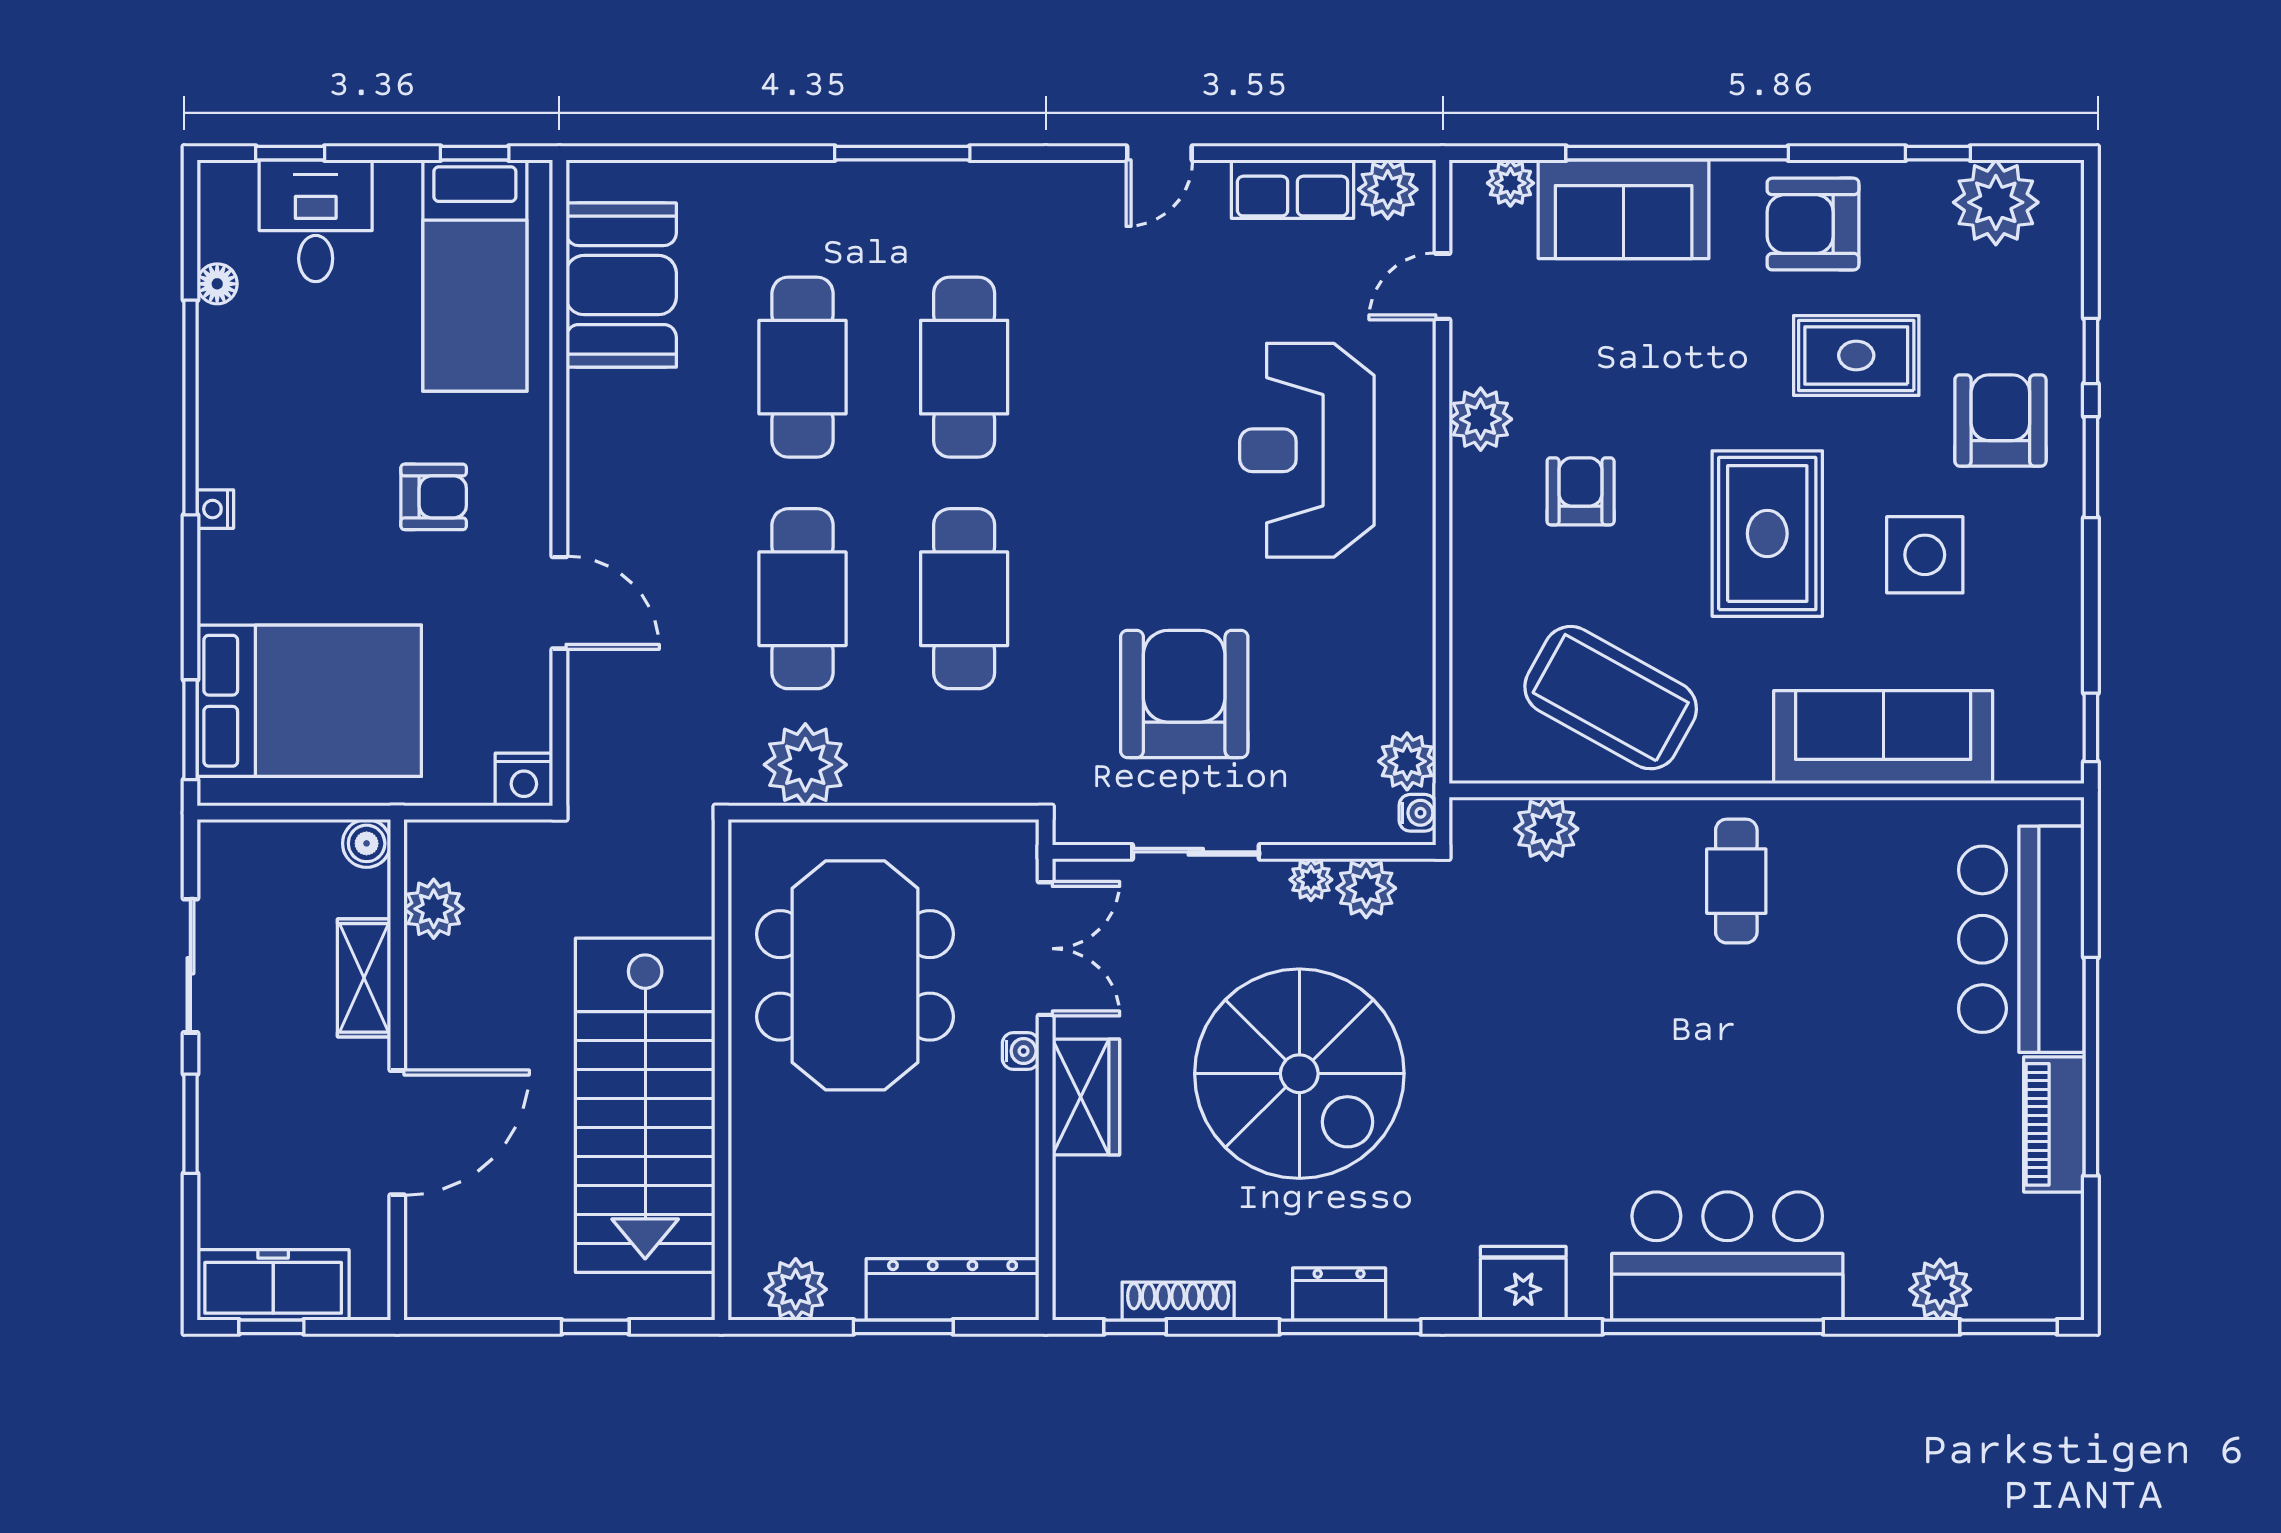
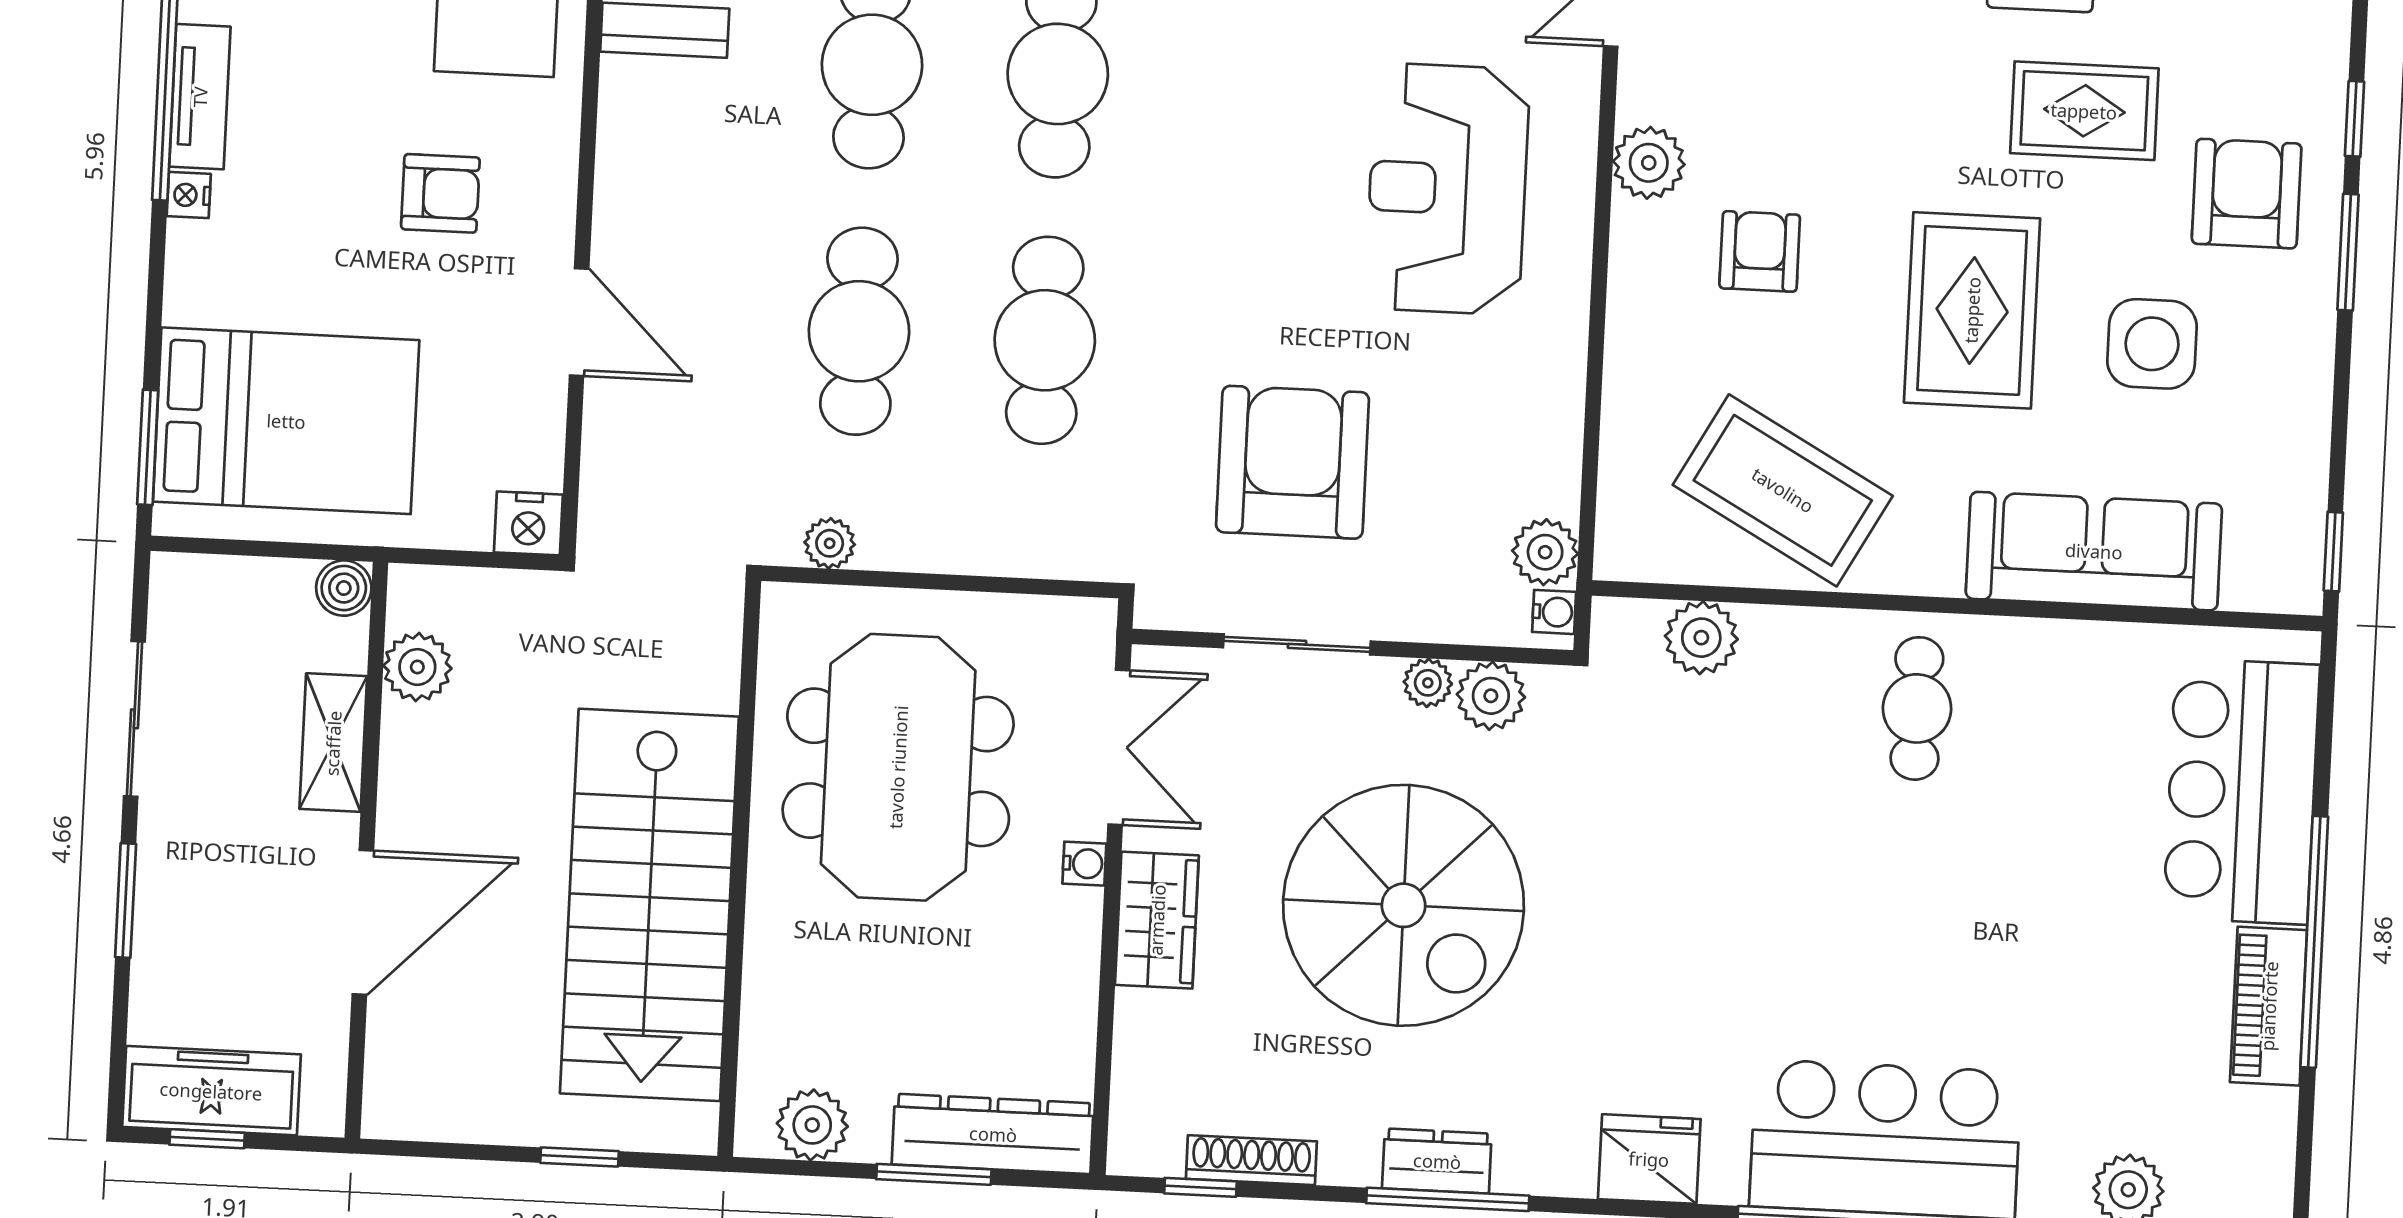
tv unit: (221, 423) -> (200, 97), added
plant: (805, 765) -> (830, 543), width x0.53, depth x0.53

